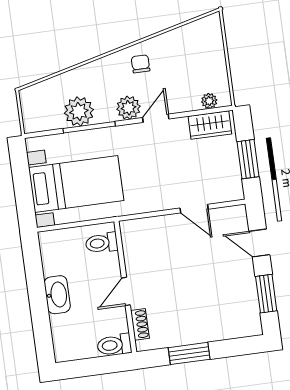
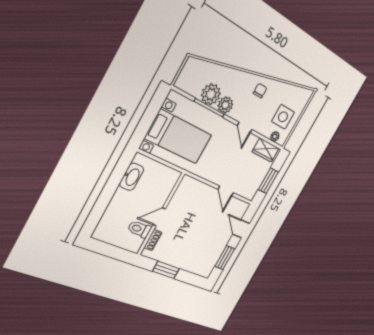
side table: (200, 71) -> (283, 117), added
plant: (128, 108) -> (225, 105), moved
door: (156, 118) -> (245, 127), swing flipped
toilet: (101, 243) -> (167, 181), removed
washbasin: (57, 295) -> (132, 177), moved
toilet: (114, 345) -> (139, 229), moved

